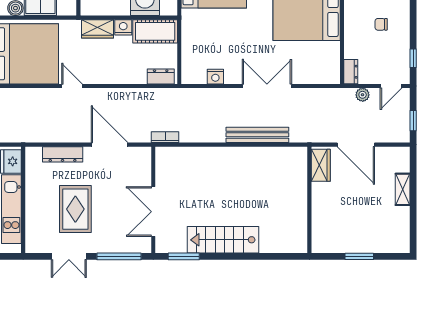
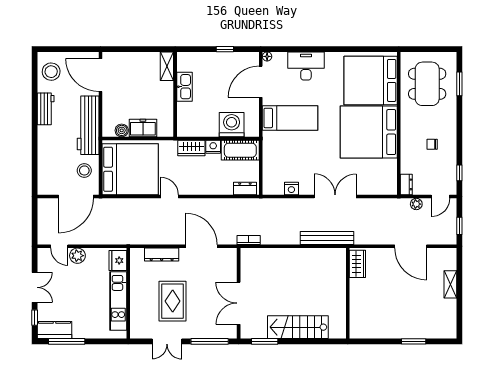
wardrobe: (321, 165) -> (357, 264), moved
wall: (309, 200) -> (348, 293), moved

